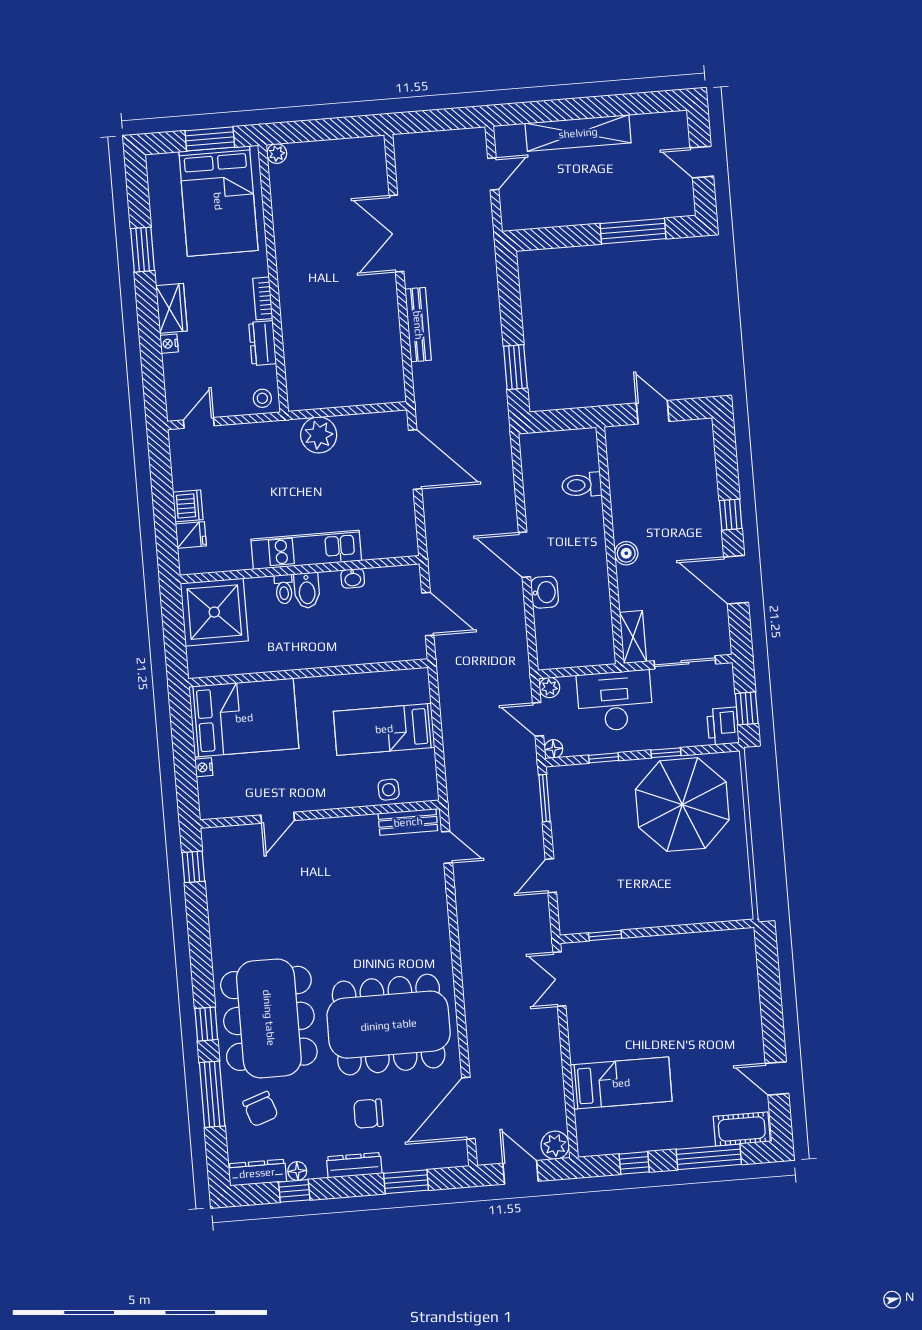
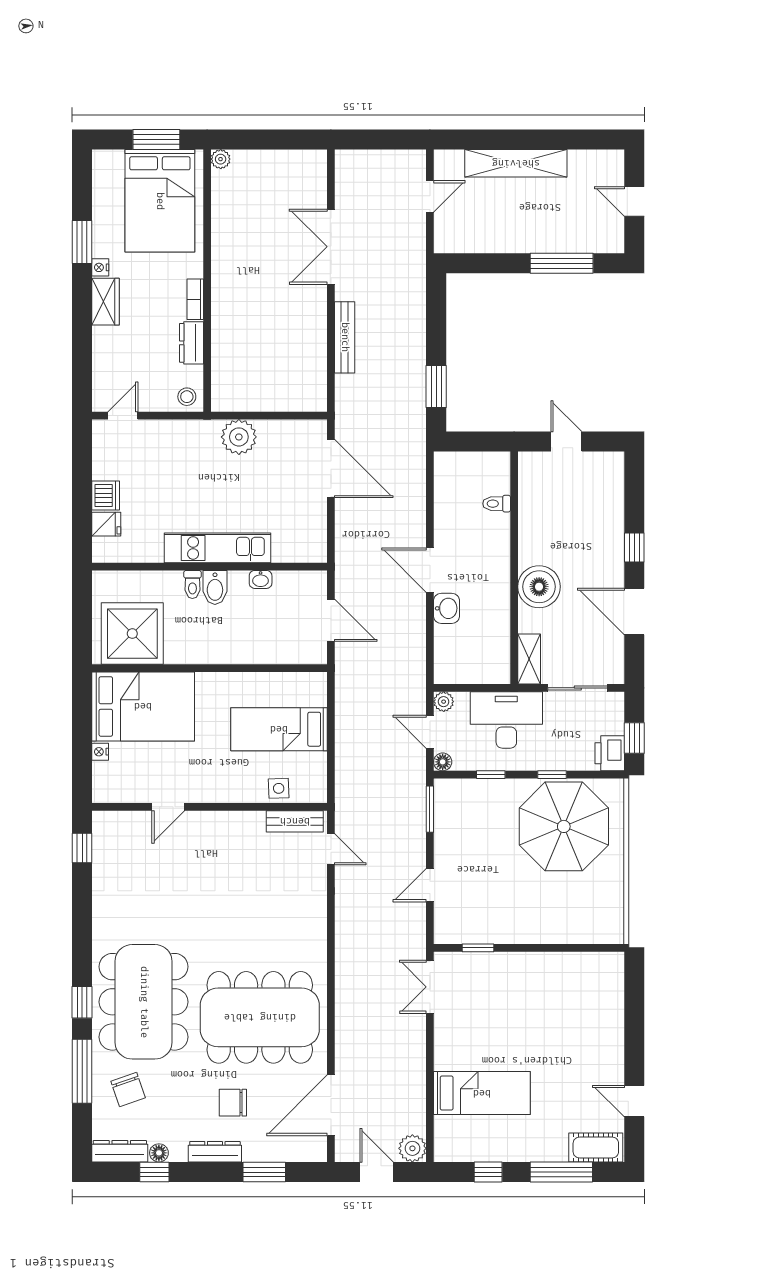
nightstand: (169, 344) -> (100, 267), moved
toilet: (582, 485) -> (497, 504), width x0.73, depth x0.72
boiler: (626, 553) -> (539, 587), width x1.86, depth x1.86
shower: (214, 612) -> (132, 634), moved

